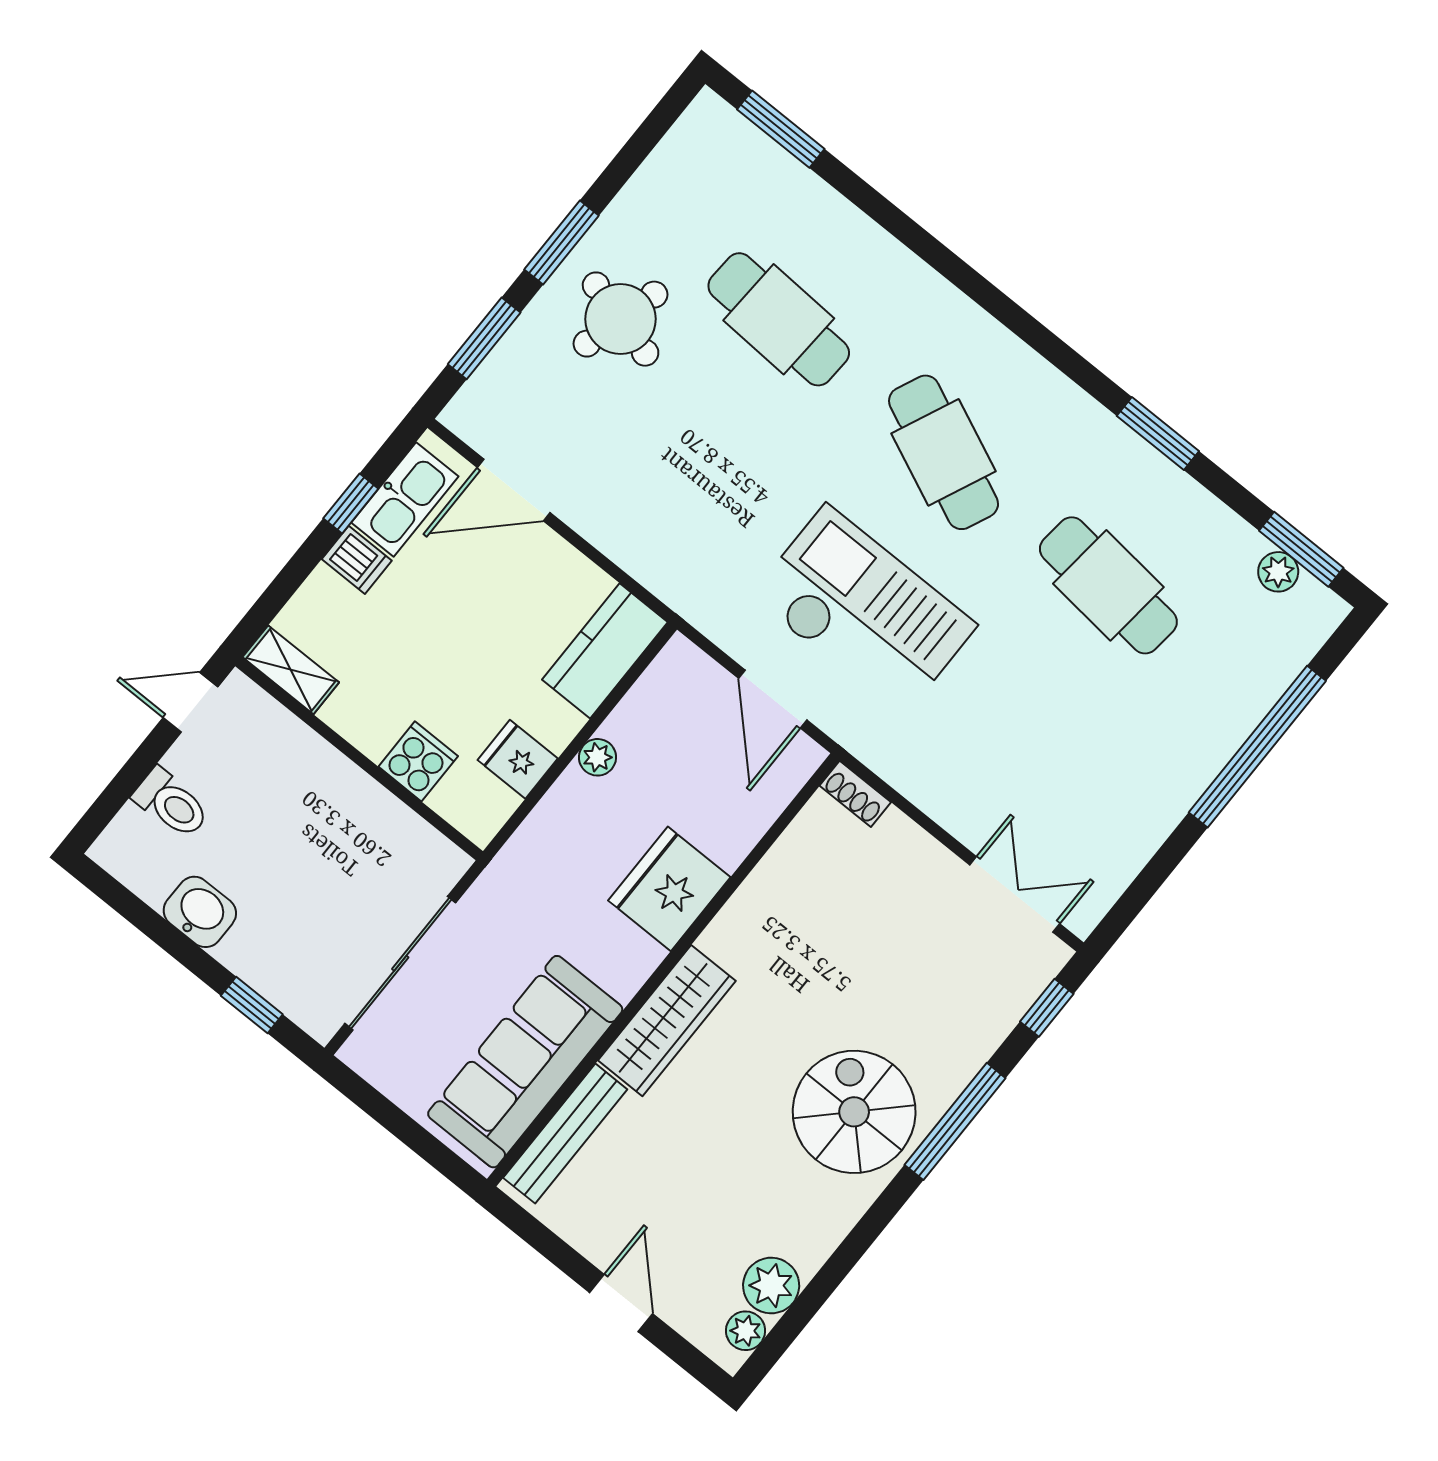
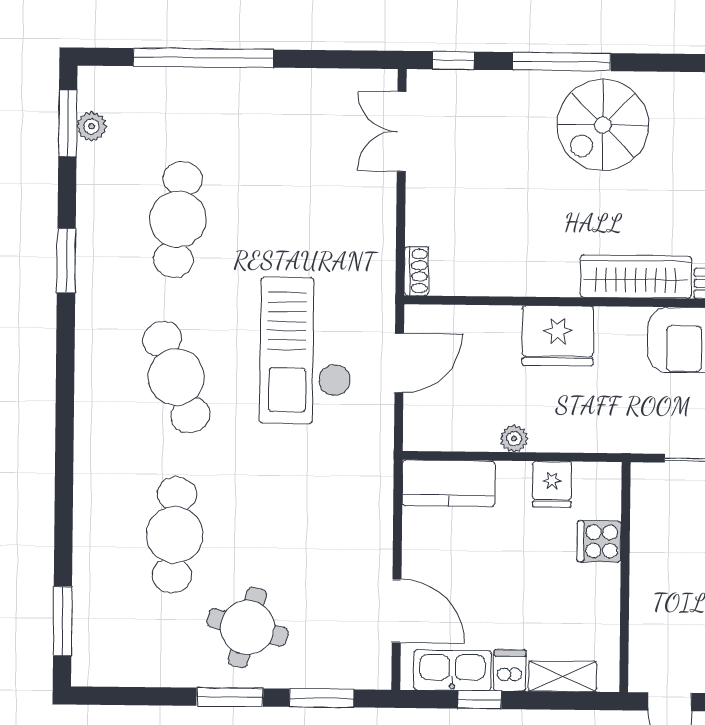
cafe table: (944, 452) -> (176, 377), turned -45
shelving: (291, 670) -> (563, 676), moved, turned 90

